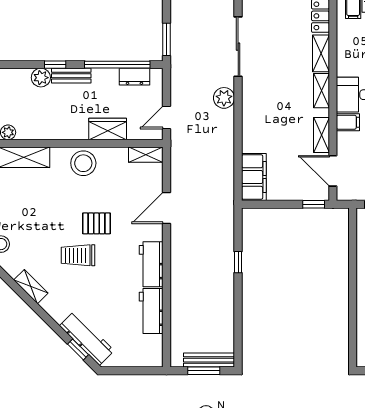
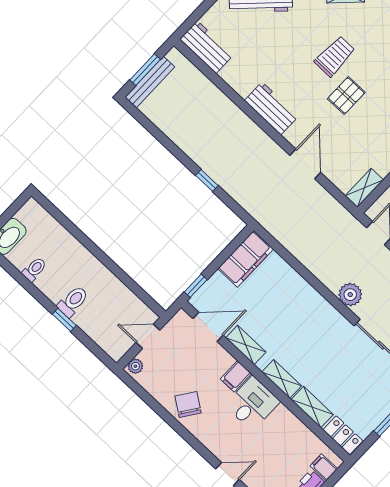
filing cabinet: (254, 177) -> (246, 259), moved, turned -90
workbench: (151, 311) -> (207, 47), moved

